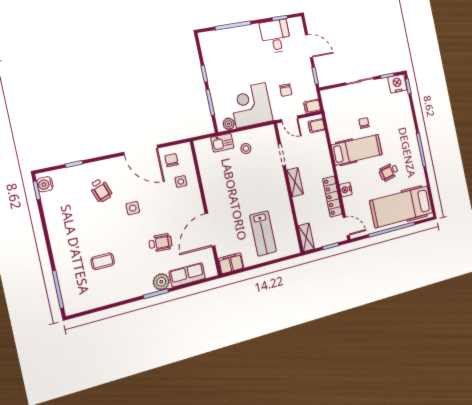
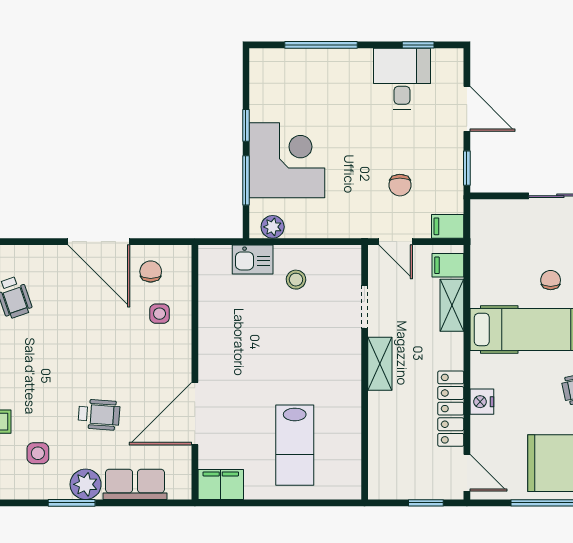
corner desk: (251, 105) -> (287, 160), moved, turned 90
side table: (133, 208) -> (38, 453), moved
shelving: (306, 237) -> (452, 305), moved

